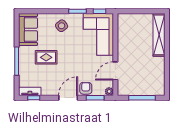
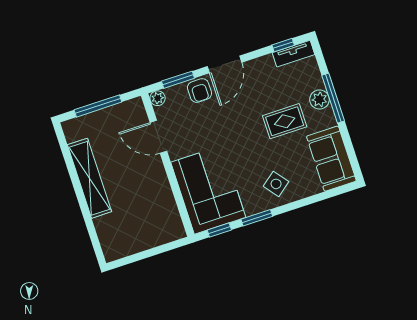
shelving: (159, 35) -> (89, 178), moved
plant: (24, 63) -> (319, 99), added
door: (115, 71) -> (158, 137), swing flipped

